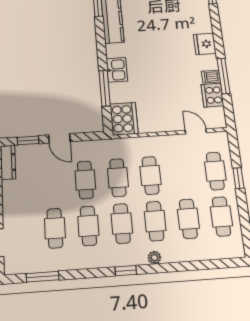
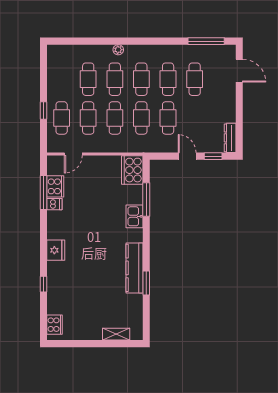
fridge: (205, 44) -> (56, 250), moved
window: (223, 76) -> (44, 192), moved
door: (196, 131) -> (73, 154), hinge flipped
cafe table: (221, 216) -> (88, 118), moved
window: (126, 271) -> (142, 41), removed
window: (43, 277) -> (206, 41), width x1.44

